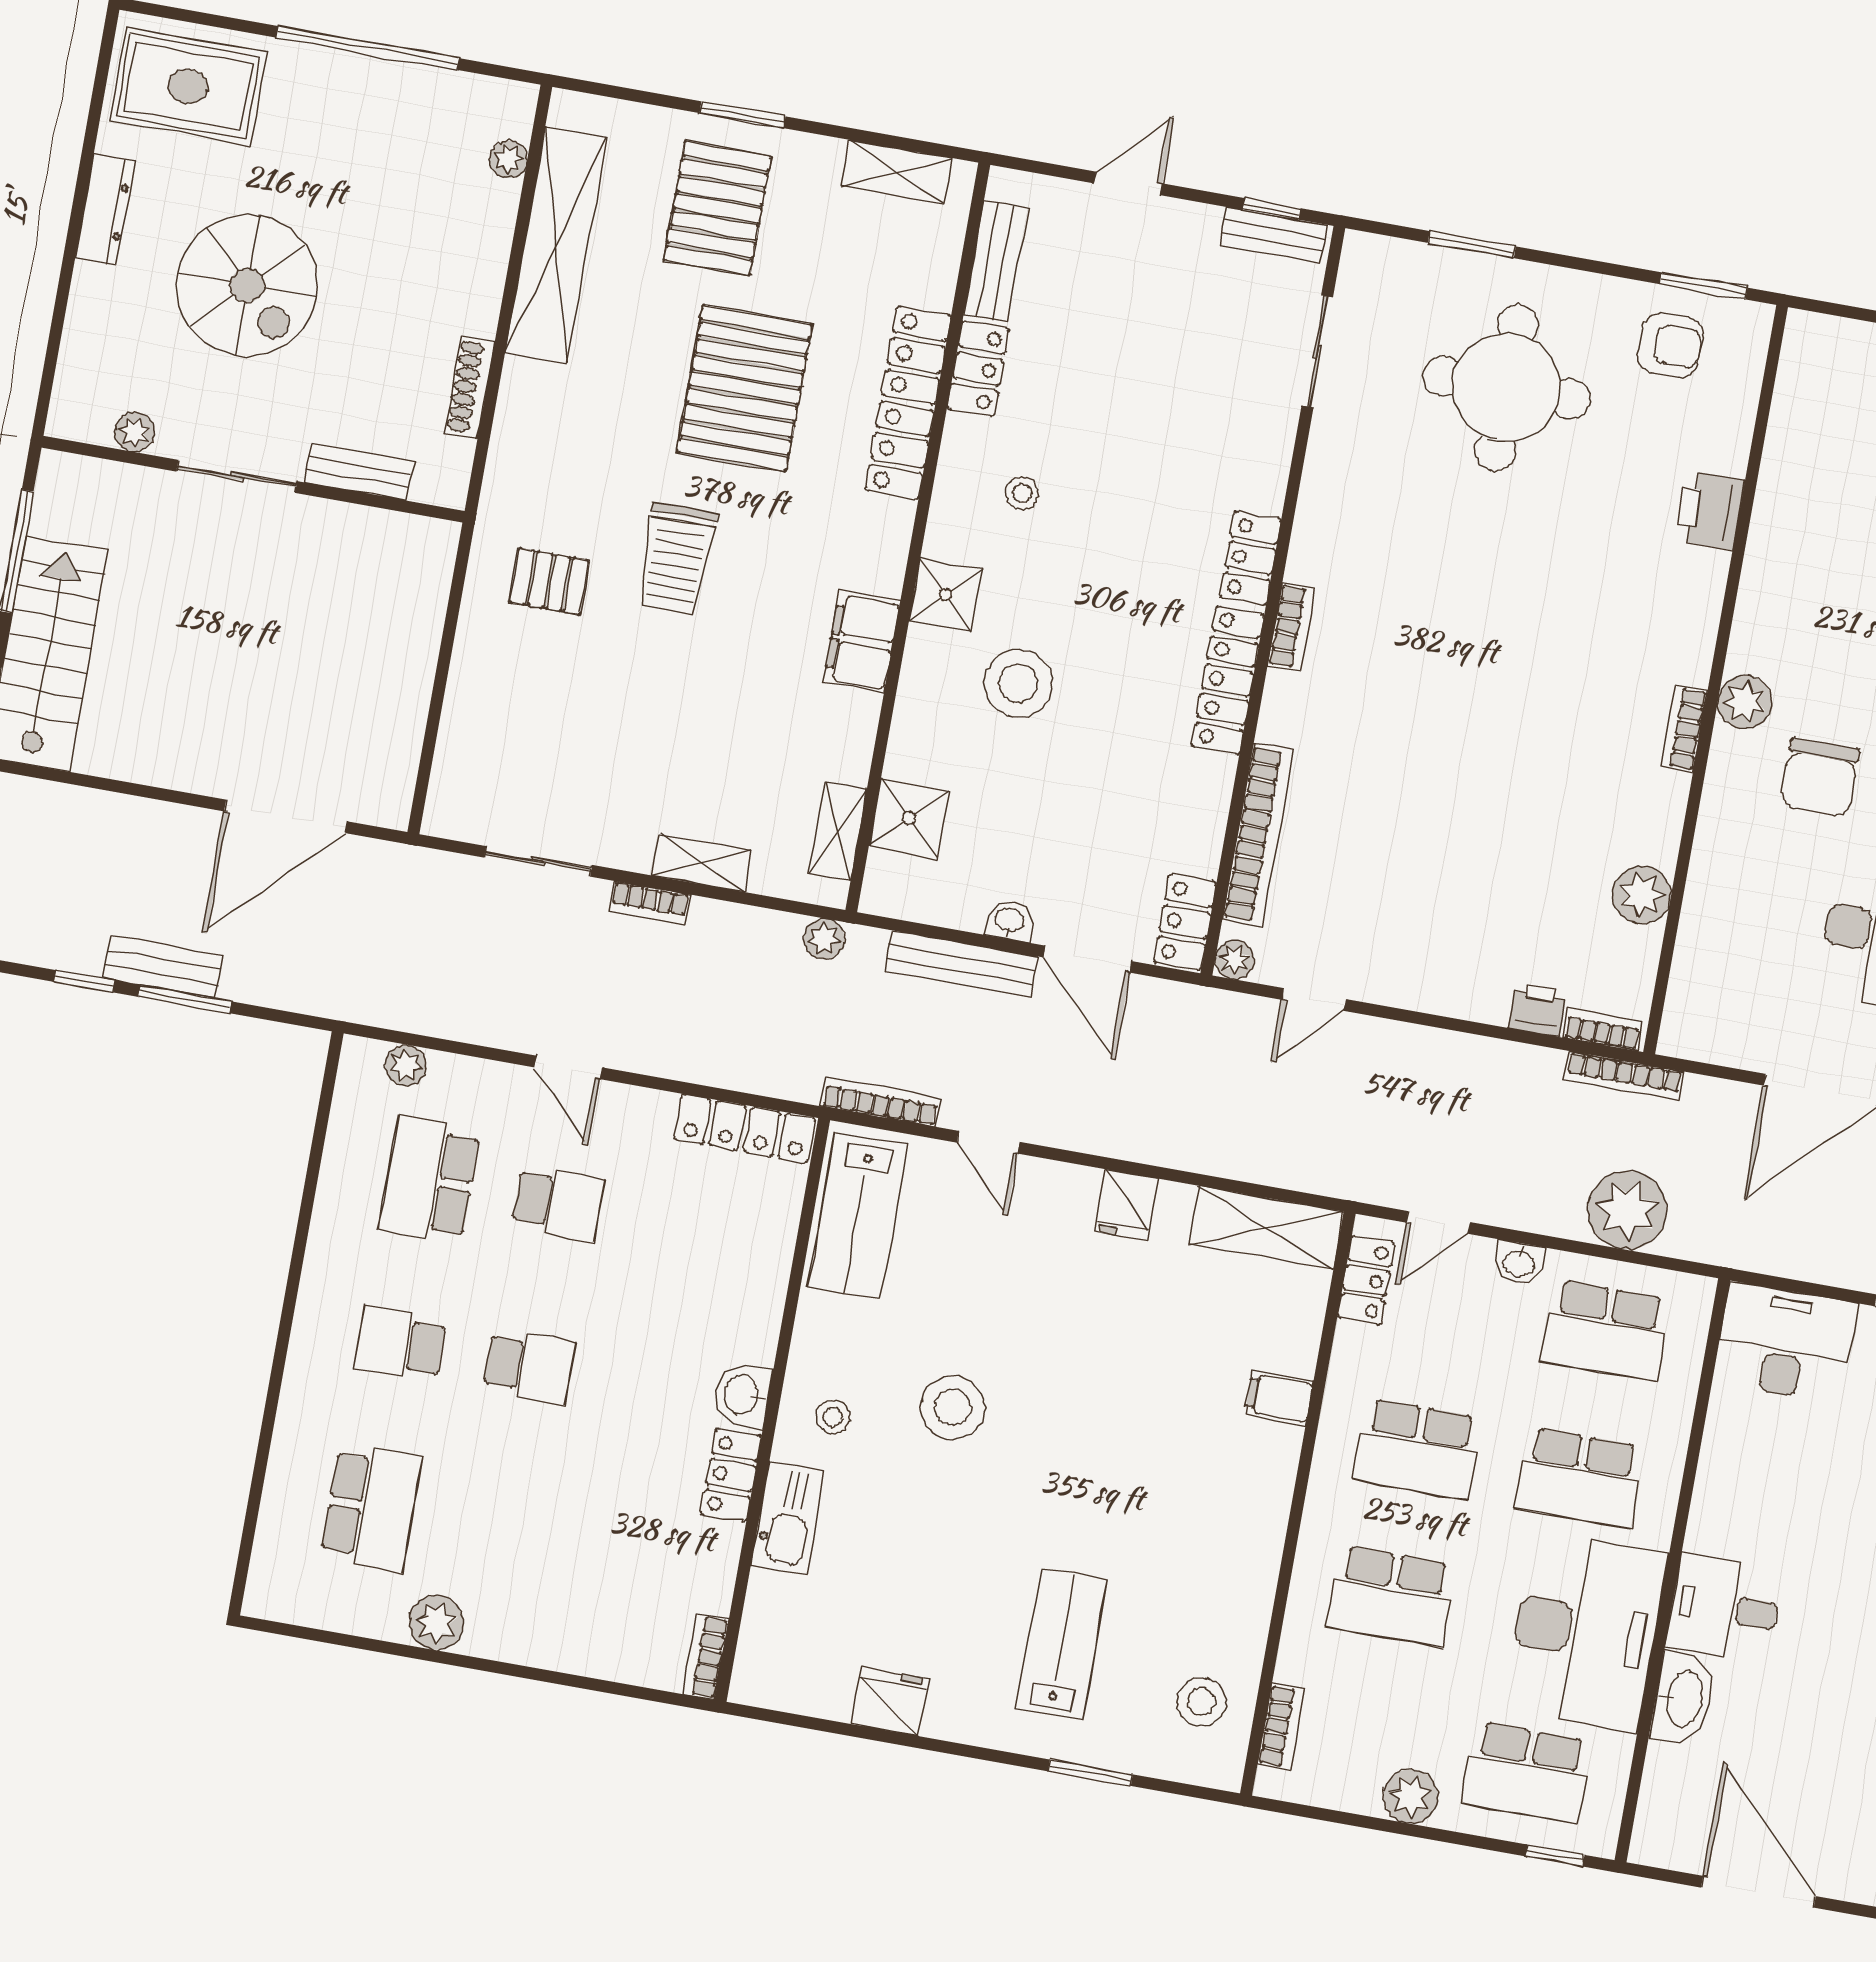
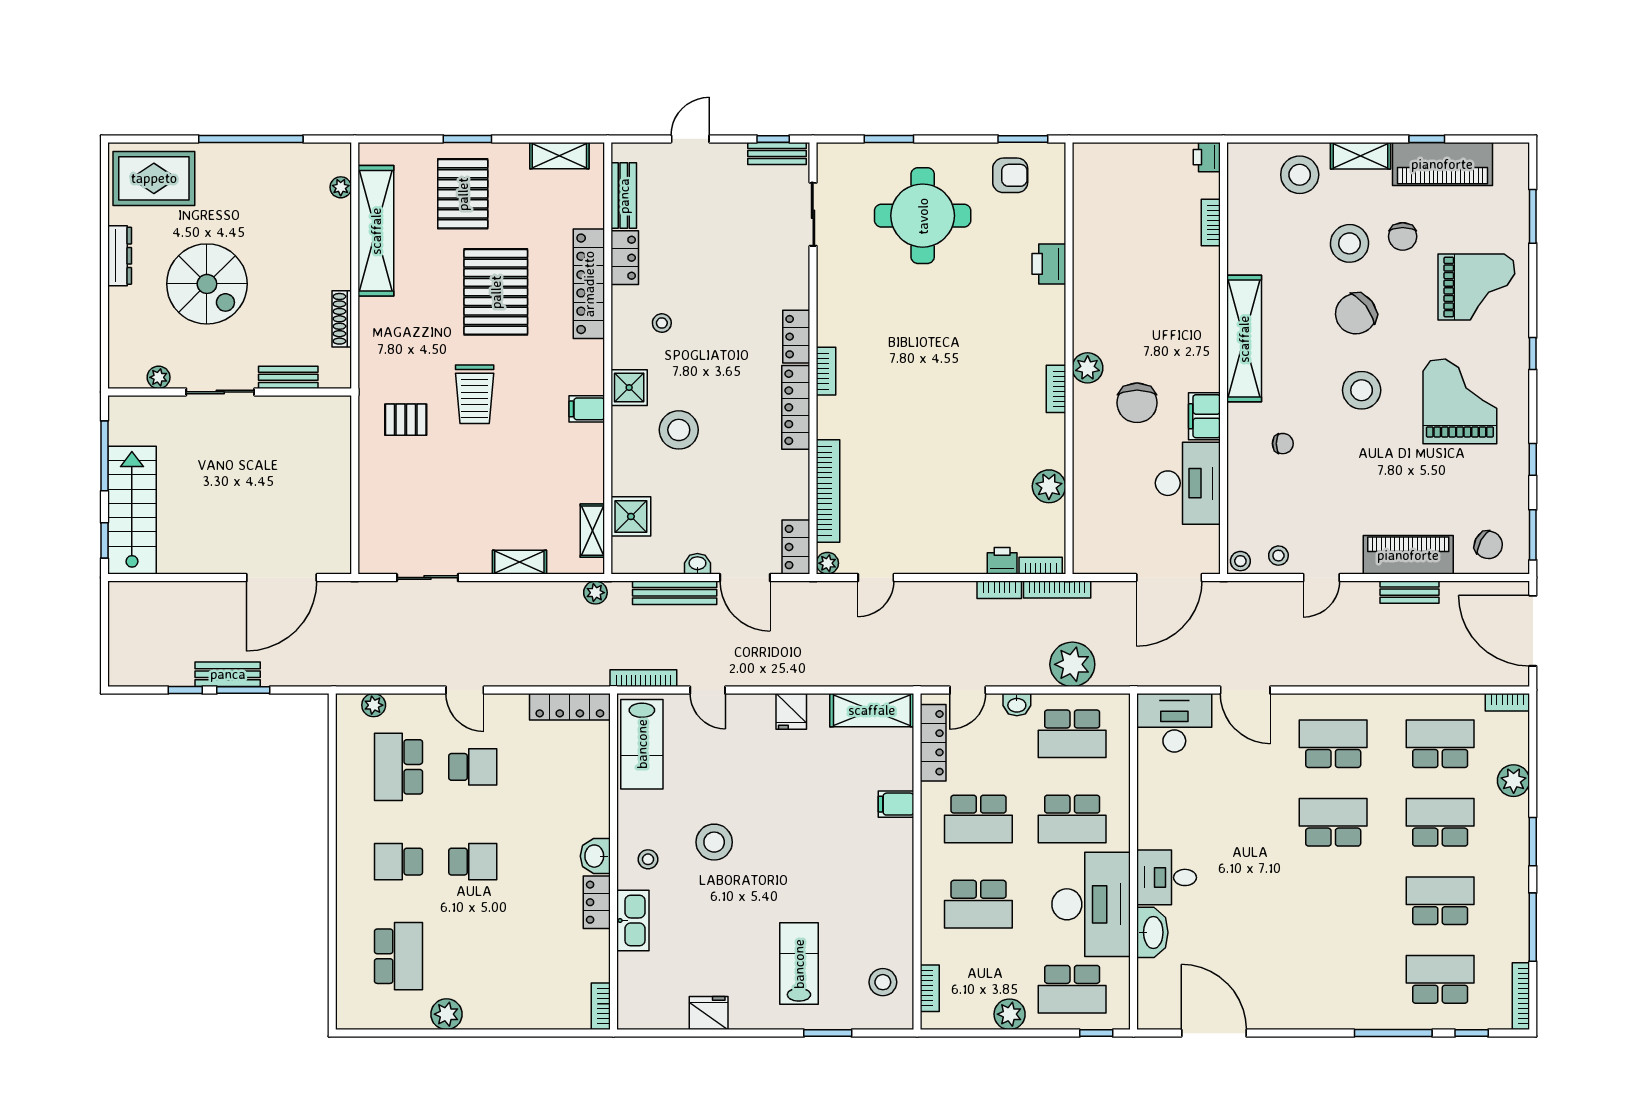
filing cabinet: (862, 641) -> (587, 409), width x0.50
bookcase: (650, 903) -> (999, 590), moved
locker: (1366, 1280) -> (933, 743), width x1.53

